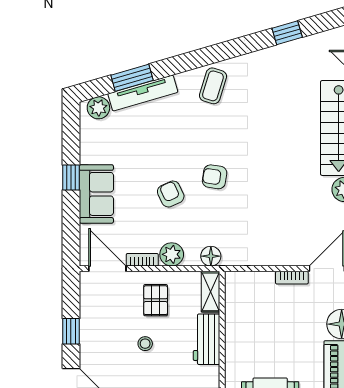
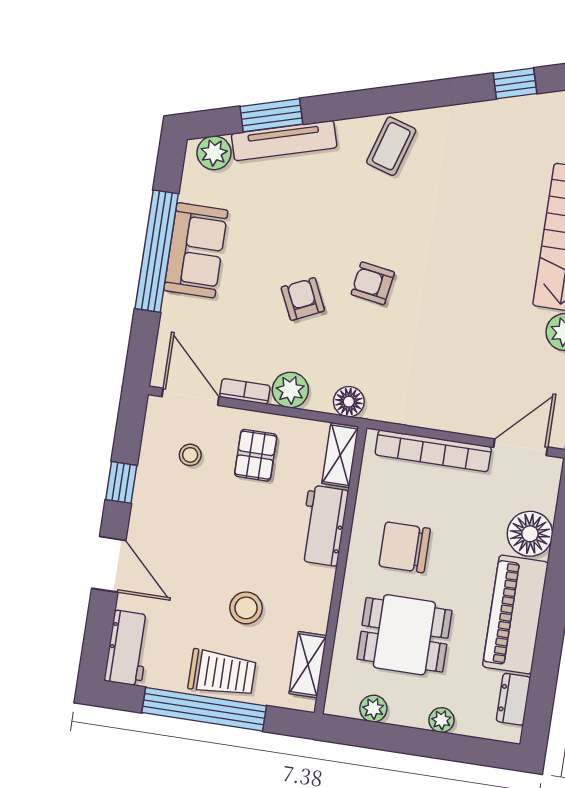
window: (71, 177) -> (157, 251), width x3.17
sofa: (96, 194) -> (196, 250), moved
bookcase: (292, 278) -> (433, 451), width x2.31, depth x1.31
stool: (145, 344) -> (190, 455), moved
chair: (262, 345) -> (405, 547), added

